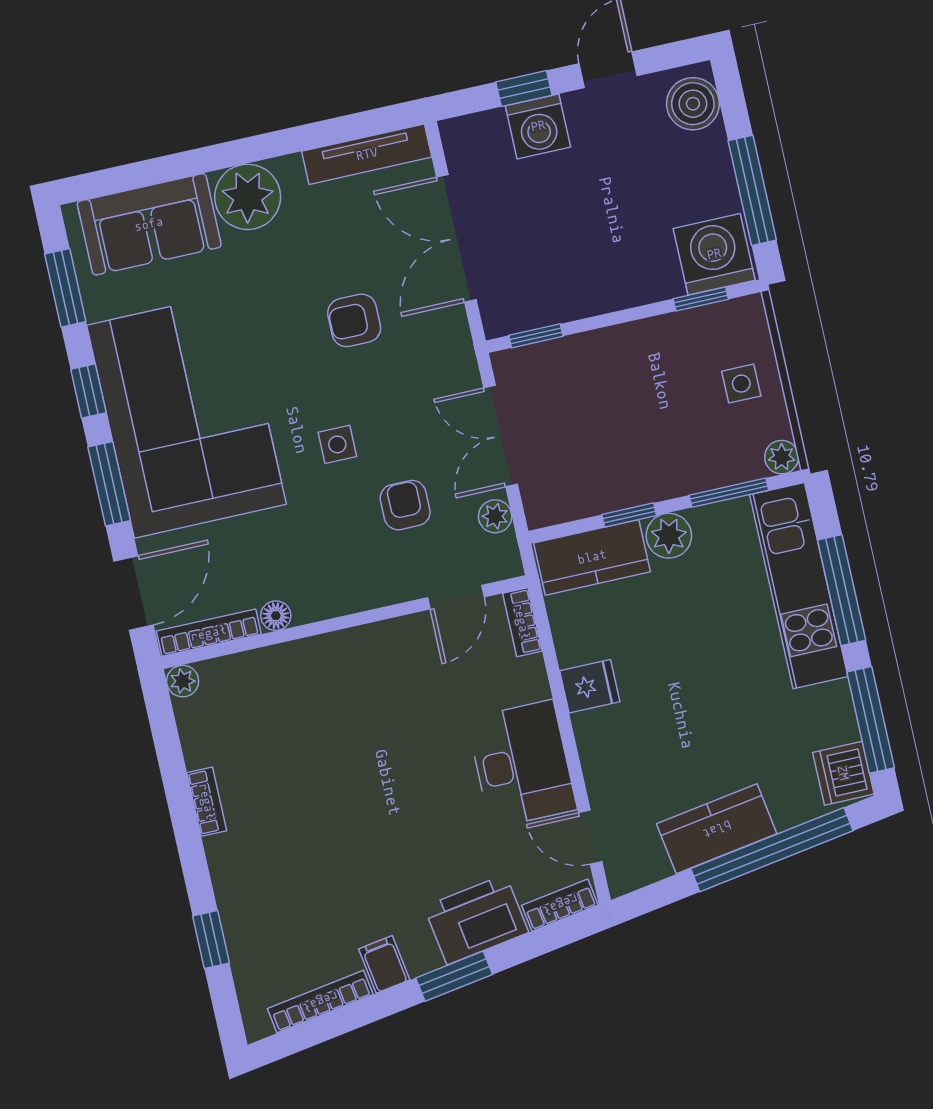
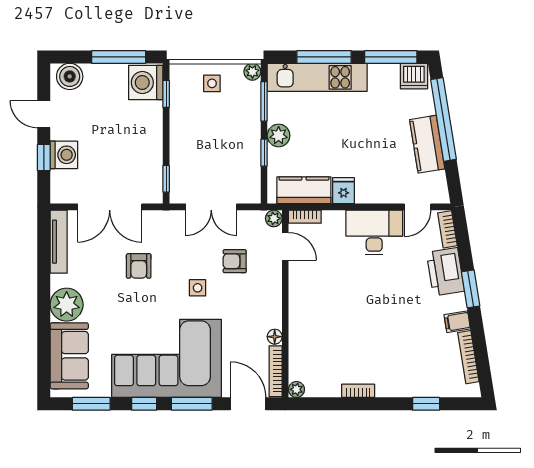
plant: (495, 516) -> (274, 218), moved
kitchen counter: (592, 557) -> (304, 190), moved, turned -90

